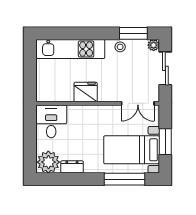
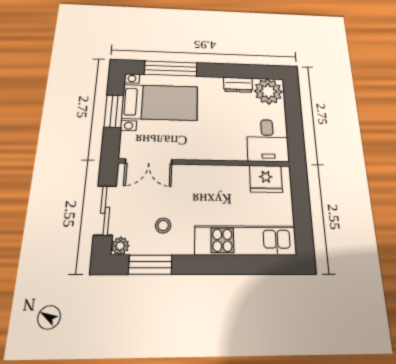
stool: (120, 47) -> (163, 225), moved
fridge: (86, 92) -> (266, 179), moved
double door: (138, 103) -> (149, 161), swing flipped

